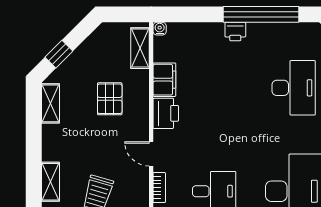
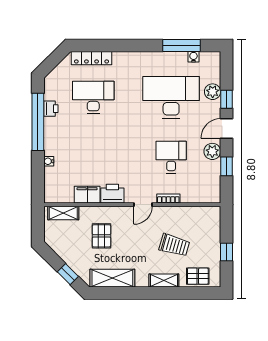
water cooler: (160, 29) -> (49, 161), moved
printer: (235, 32) -> (51, 109), moved
pallet: (110, 99) -> (101, 236), turned 90
shelving: (51, 103) -> (112, 278), width x1.50, depth x1.33

